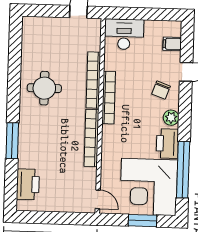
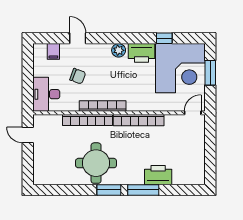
round table: (44, 88) -> (96, 163), width x1.36, depth x1.36
chair: (161, 90) -> (78, 76), moved
window: (13, 102) -> (109, 190), added
window: (183, 170) -> (164, 38), width x0.32
printer: (28, 184) -> (158, 175), moved

